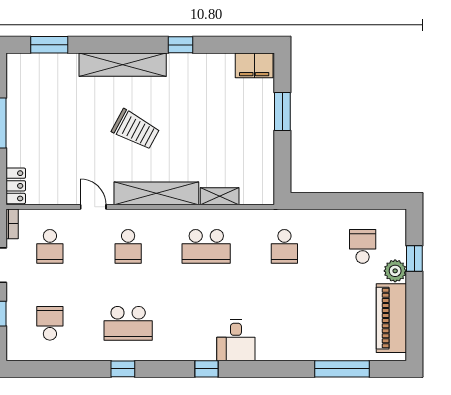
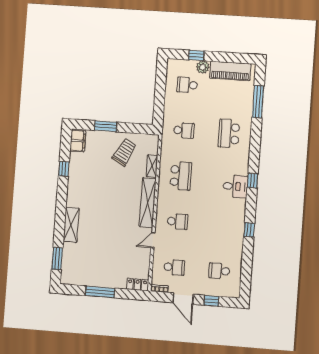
window: (181, 45) -> (64, 169), moved
shelving: (123, 65) -> (71, 225), width x0.68
trolley: (136, 130) -> (124, 152), moved
school desk: (128, 323) -> (229, 133), moved, turned 180
desk: (236, 340) -> (235, 186), moved

